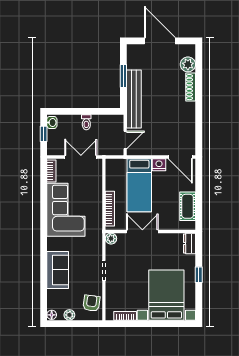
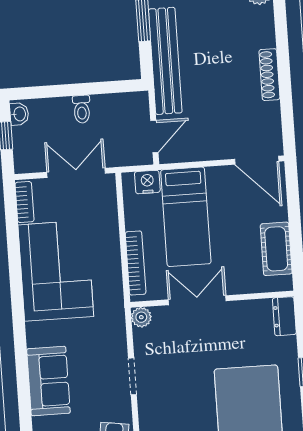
shoe rack: (191, 87) -> (269, 75), moved
nightstand: (159, 165) -> (147, 182), moved

